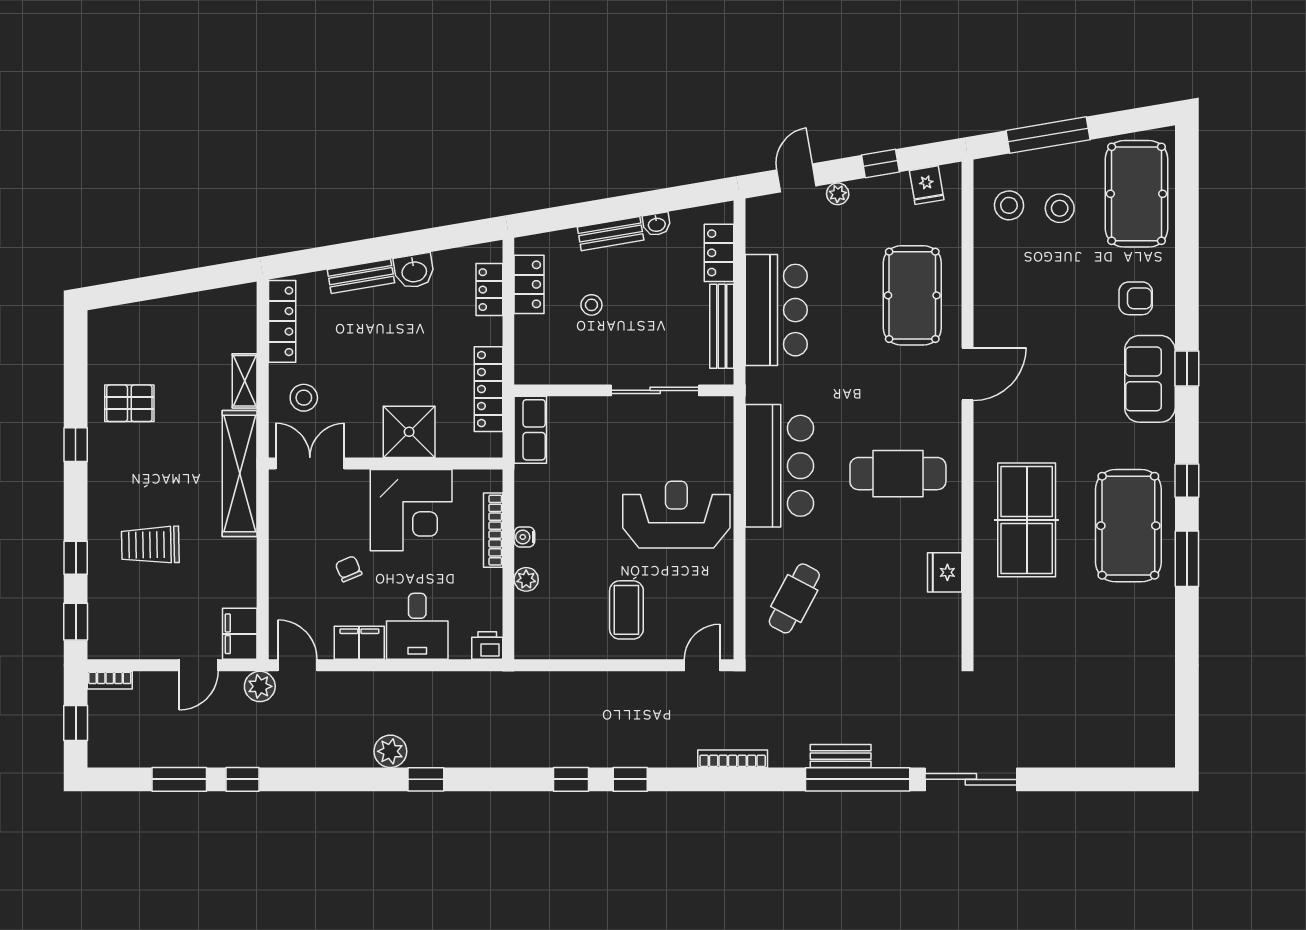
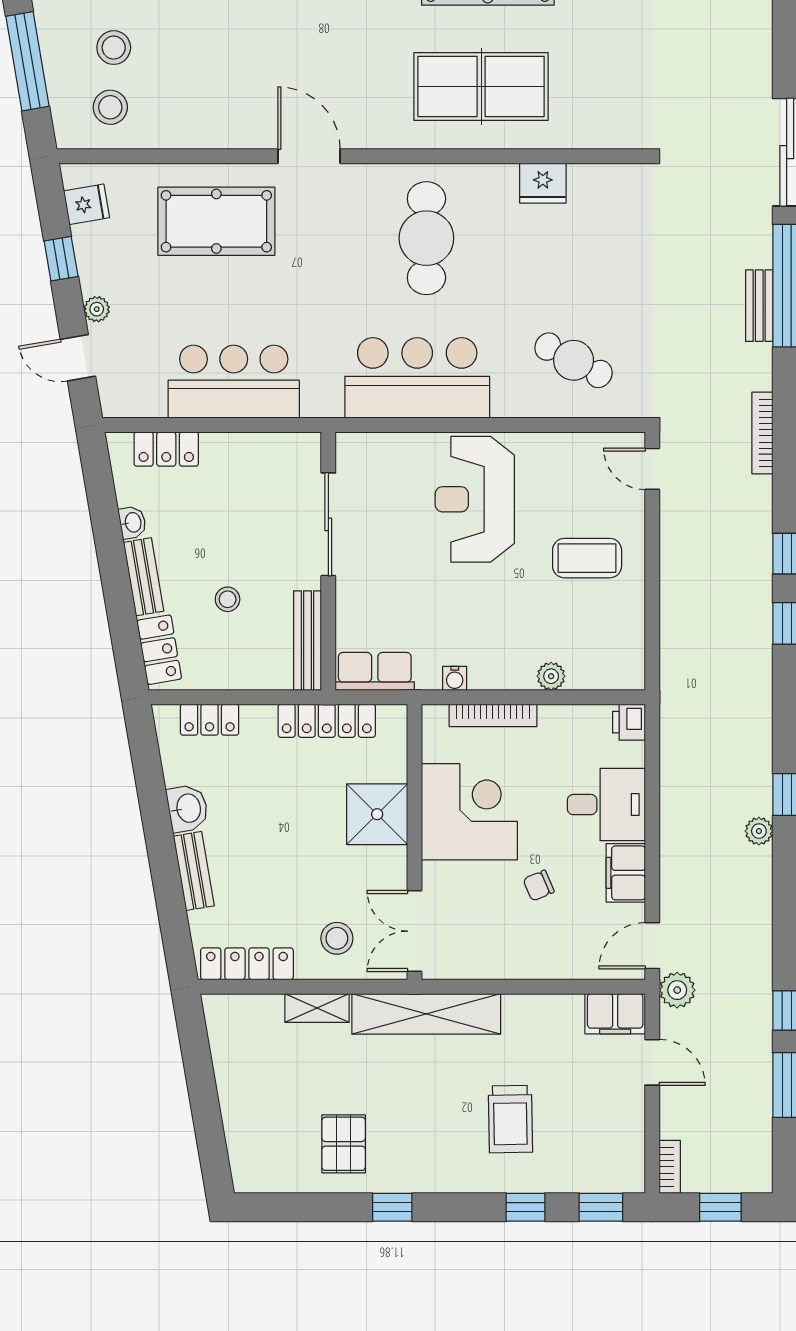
locker: (529, 284) -> (159, 650), moved, turned 80
bench: (722, 326) -> (307, 641), moved, turned 90
water cooler: (524, 537) -> (455, 678), moved
plant: (390, 751) -> (759, 831), width x0.73, depth x0.73

